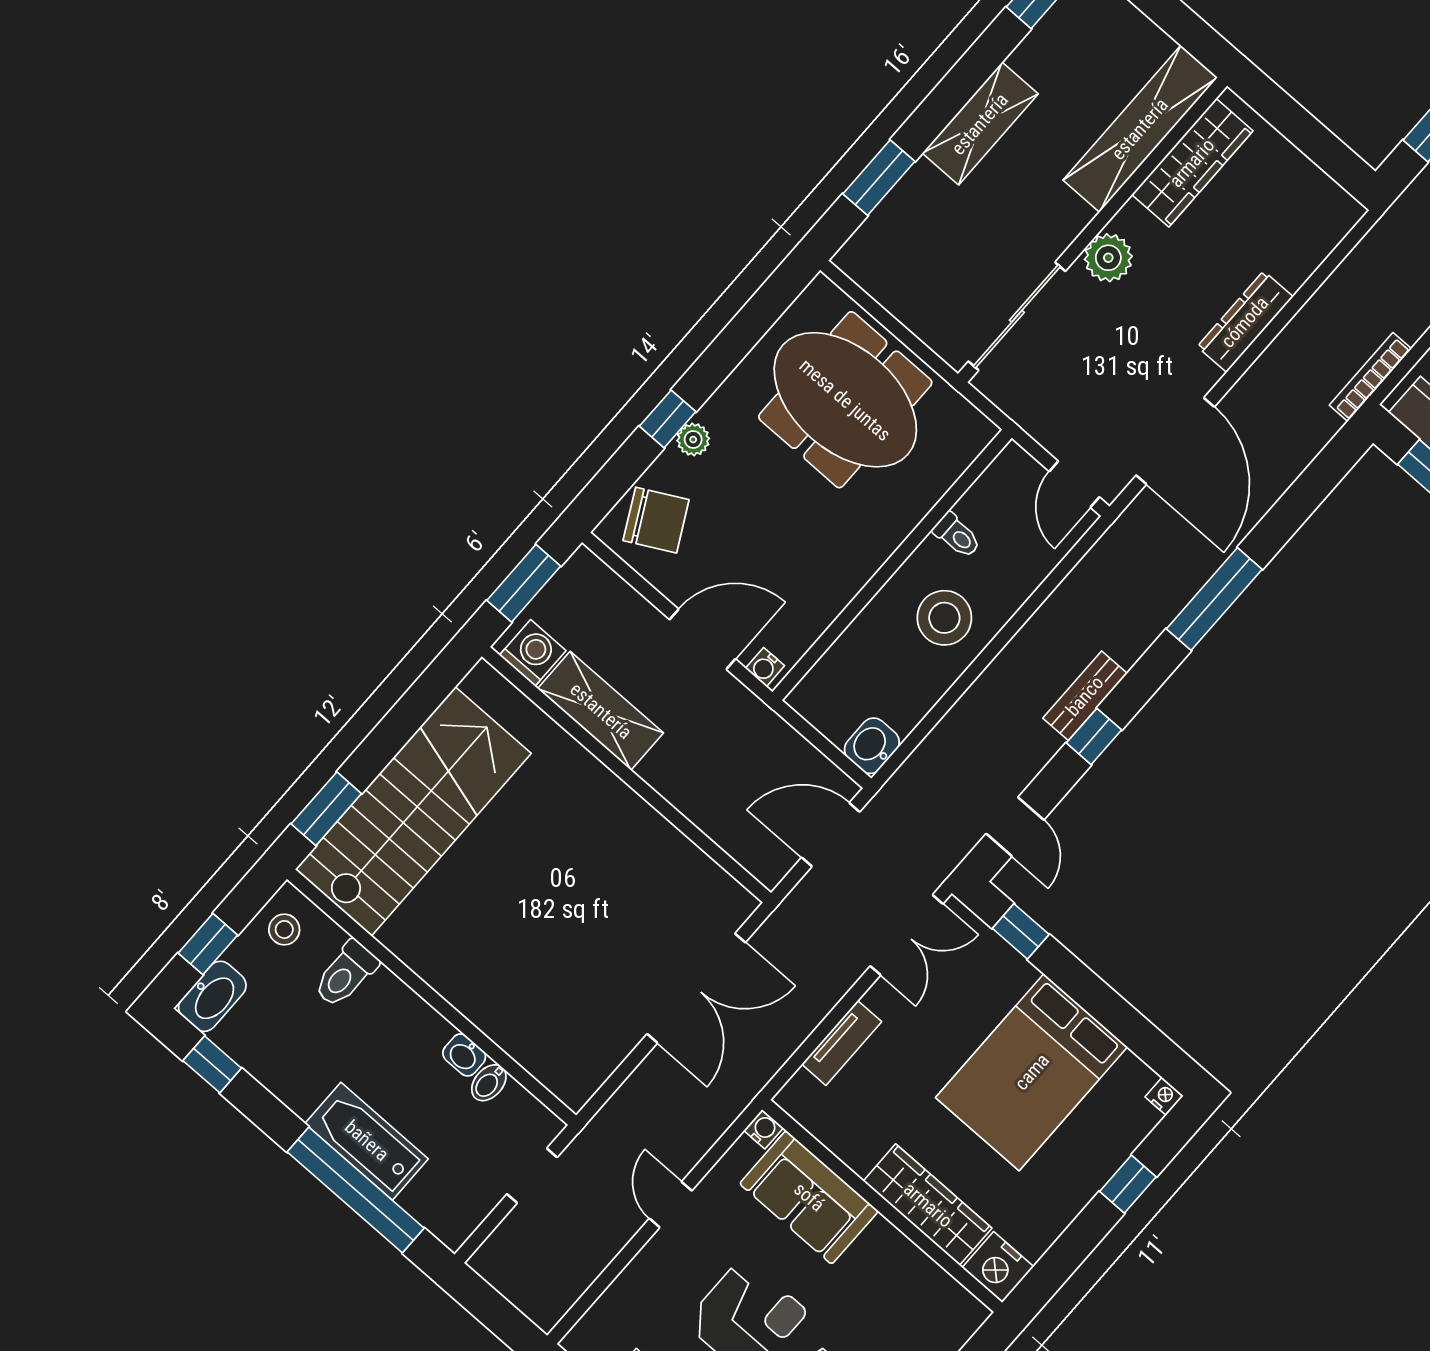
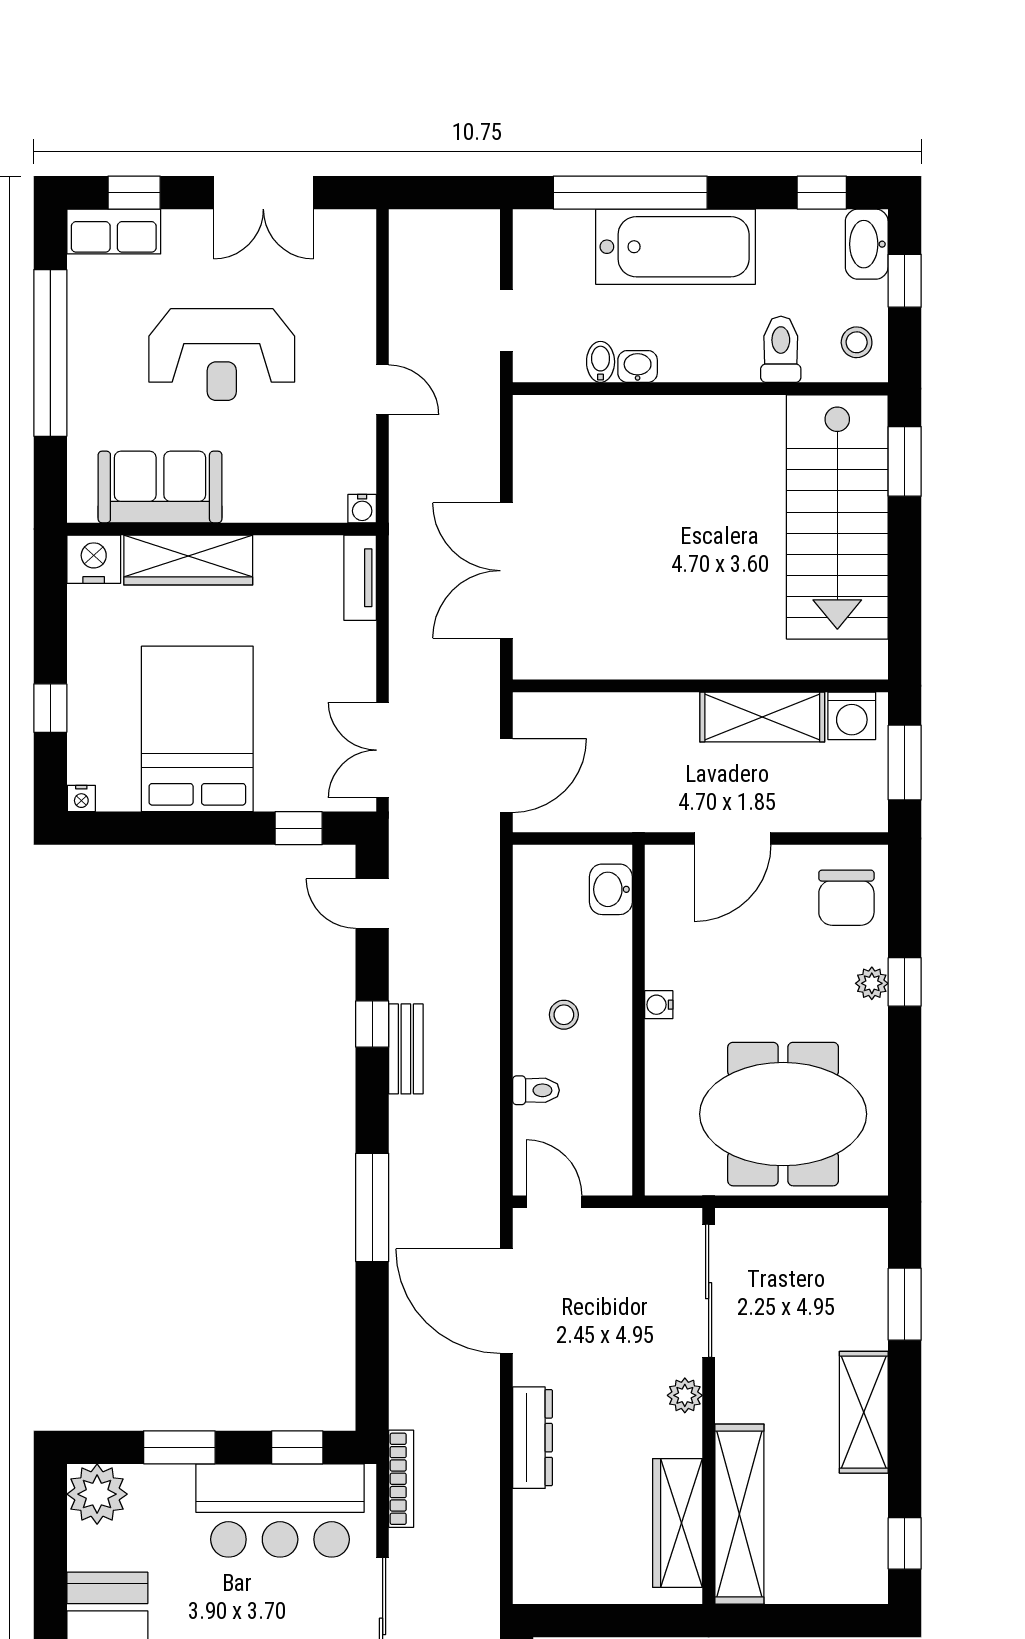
plant: (1108, 258) -> (685, 1395), width x0.73, depth x0.73
chair: (656, 520) -> (846, 898), turned -62
toilet: (957, 535) -> (536, 1090), moved, turned 180
stool: (944, 618) -> (564, 1015), width x0.53, depth x0.53
water cooler: (765, 667) -> (659, 1005), moved, turned -90
washbasin: (872, 746) -> (611, 889), moved, turned 180
tv unit: (842, 1043) -> (360, 578), moved
bathtub: (367, 1141) -> (676, 247), width x1.36, depth x1.36
sofa: (809, 1197) -> (160, 487), moved

